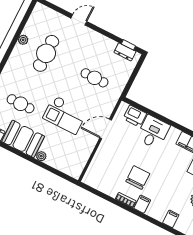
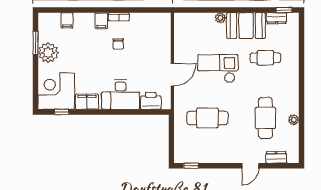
dresser: (125, 52) -> (276, 157), moved
cafe table: (94, 78) -> (207, 118), width x1.37, depth x1.35
desk: (153, 132) -> (121, 94), width x1.37
chair: (138, 178) -> (118, 44), width x0.54, depth x0.54

